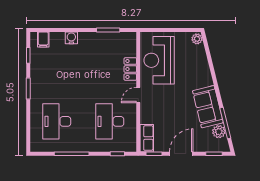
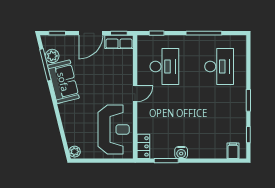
water cooler: (71, 38) -> (181, 153), moved
locker: (130, 69) -> (143, 146), moved
row of seats: (147, 138) -> (119, 42), moved, turned -90

